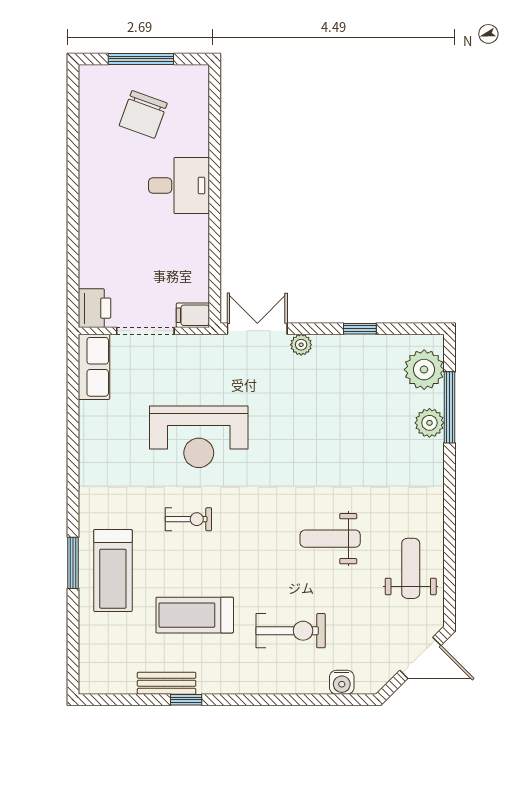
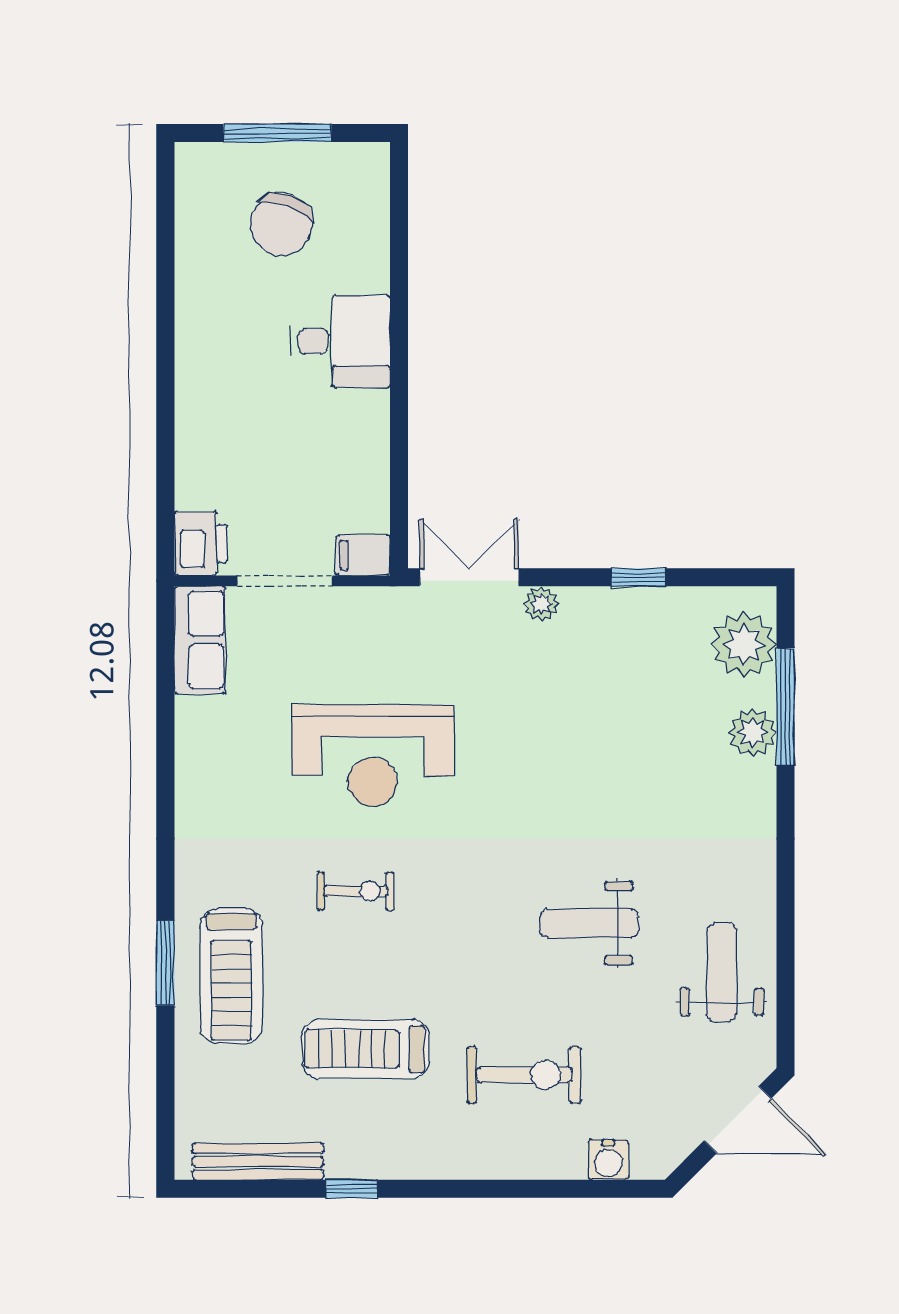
bench: (167, 683) -> (258, 1161), moved, width x1.36

